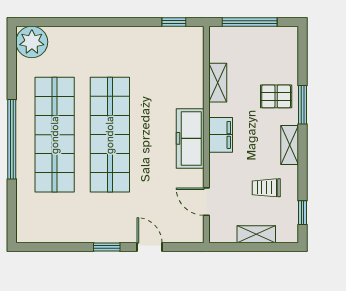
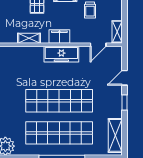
shelving: (50, 231) -> (115, 135), added
shelving: (256, 234) -> (117, 32), moved

